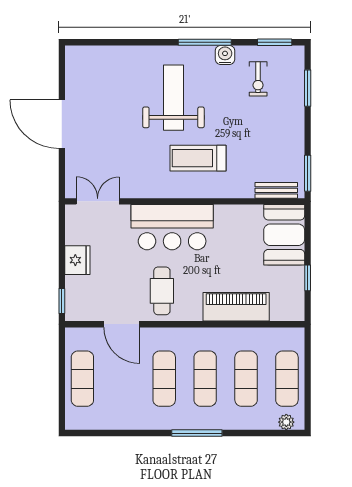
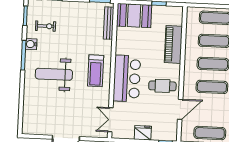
treadmill: (198, 158) -> (96, 71), moved
bench: (276, 190) -> (109, 23), width x1.36

